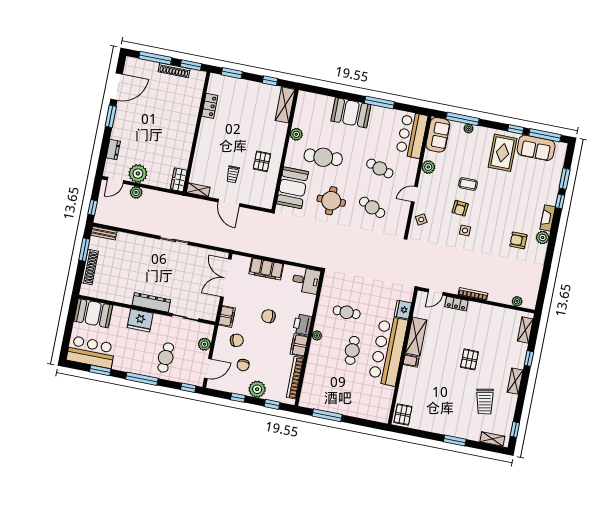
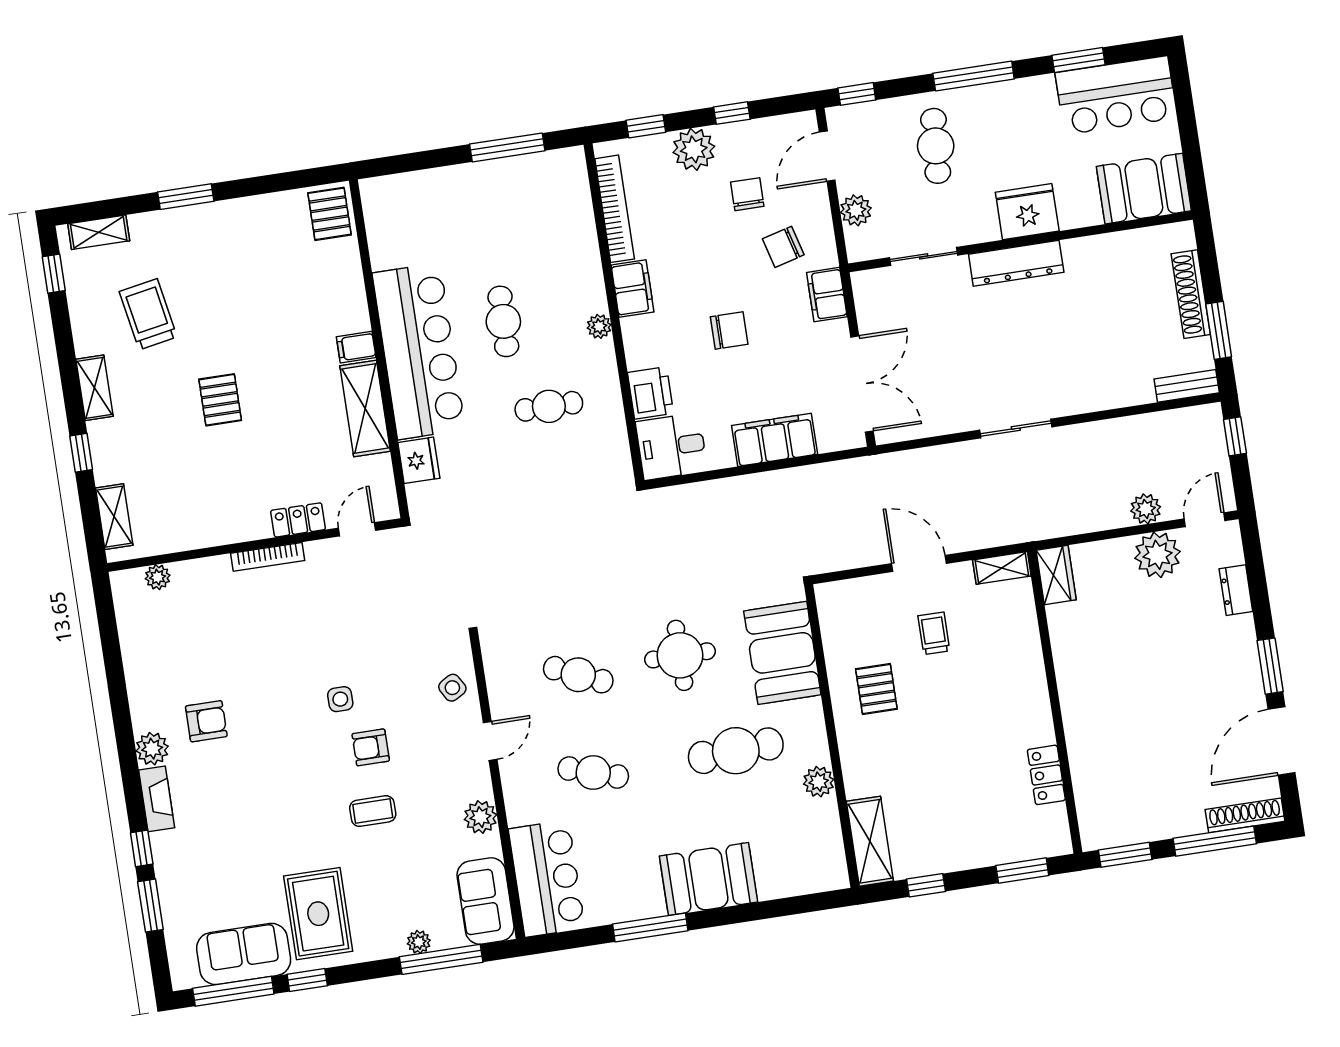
shoe rack: (174, 70) -> (1245, 815), moved
armchair: (460, 208) -> (371, 747), turned -95
printer: (302, 324) -> (651, 393), moved

